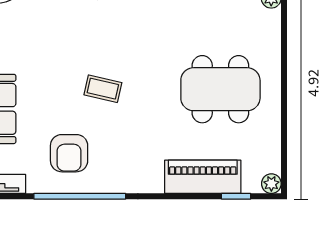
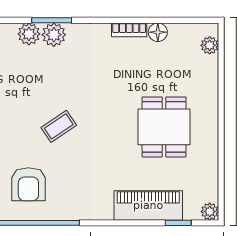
coffee table: (103, 89) -> (59, 126), turned -47
dining table: (220, 89) -> (164, 127), width x0.73

